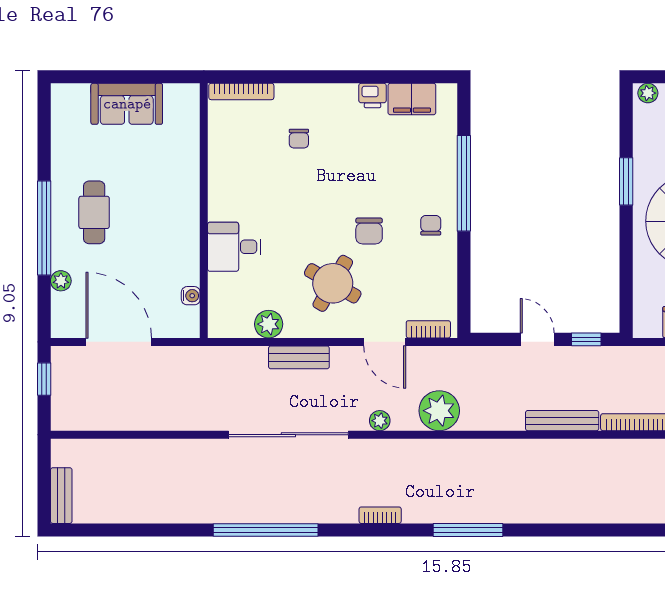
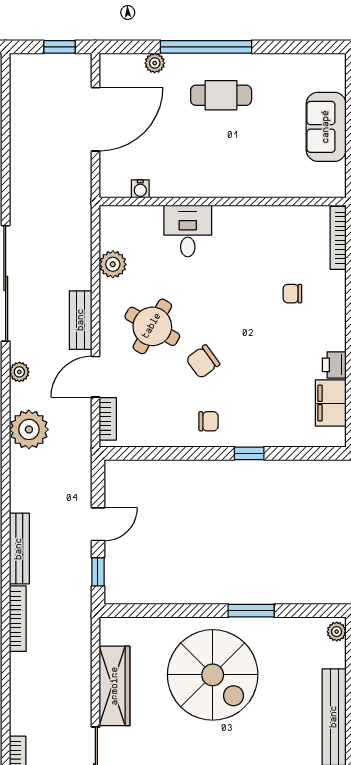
window: (464, 183) -> (249, 453), width x0.32
chair: (369, 231) -> (203, 362), turned -36
bench: (299, 357) -> (81, 320), moved

